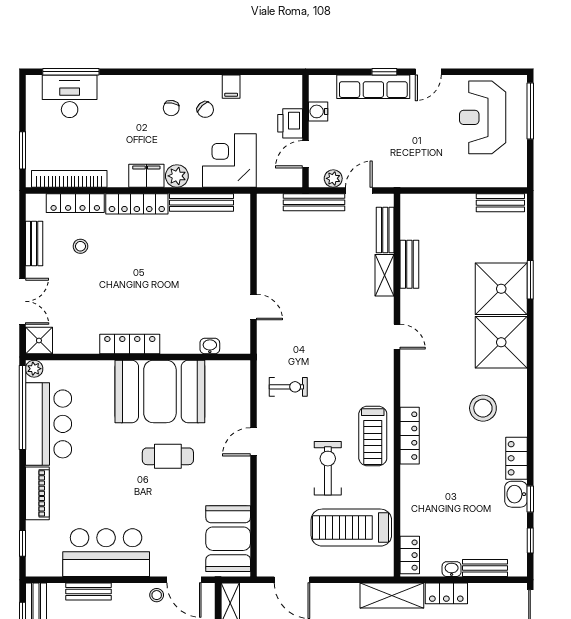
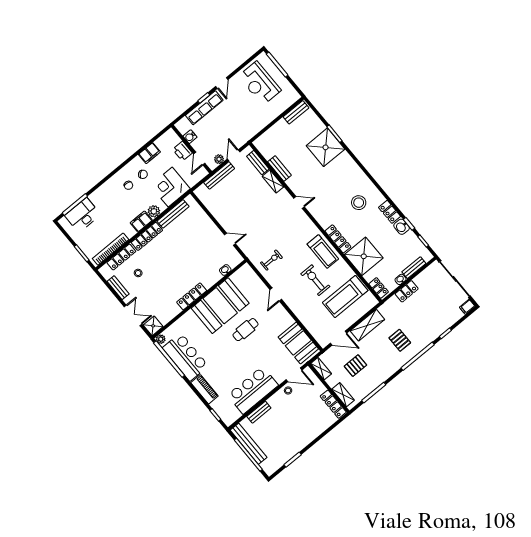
filing cabinet: (231, 87) -> (149, 153), width x2.00
shower: (501, 342) -> (364, 256), moved
shelving: (392, 596) -> (367, 325), moved

